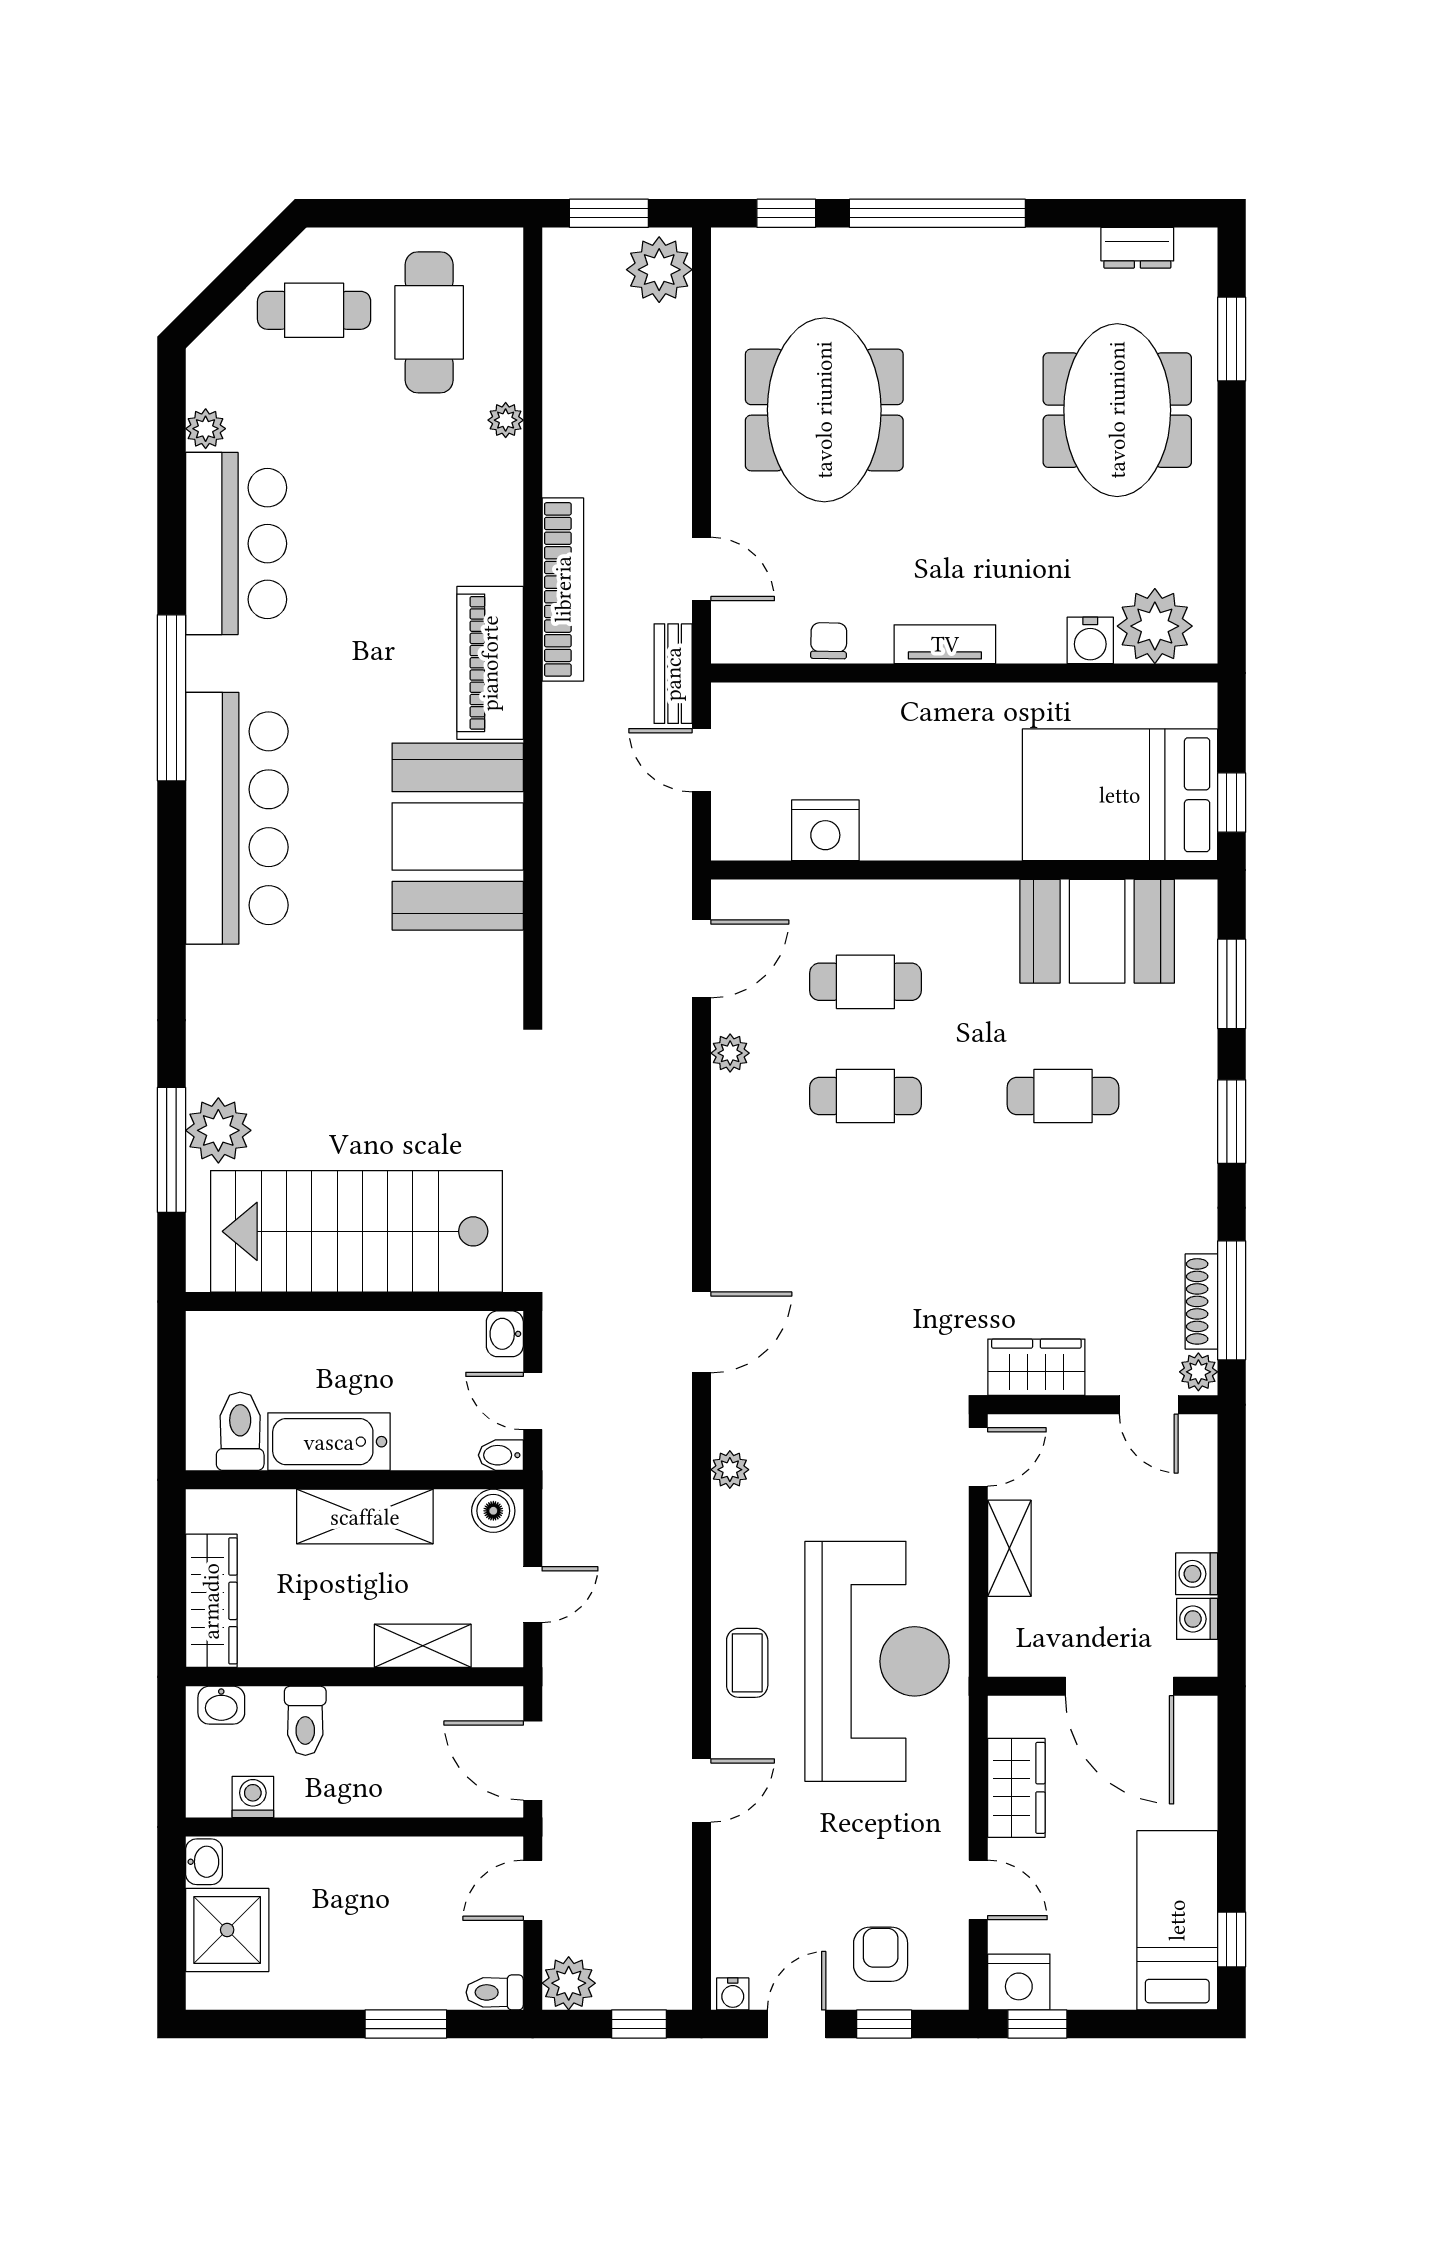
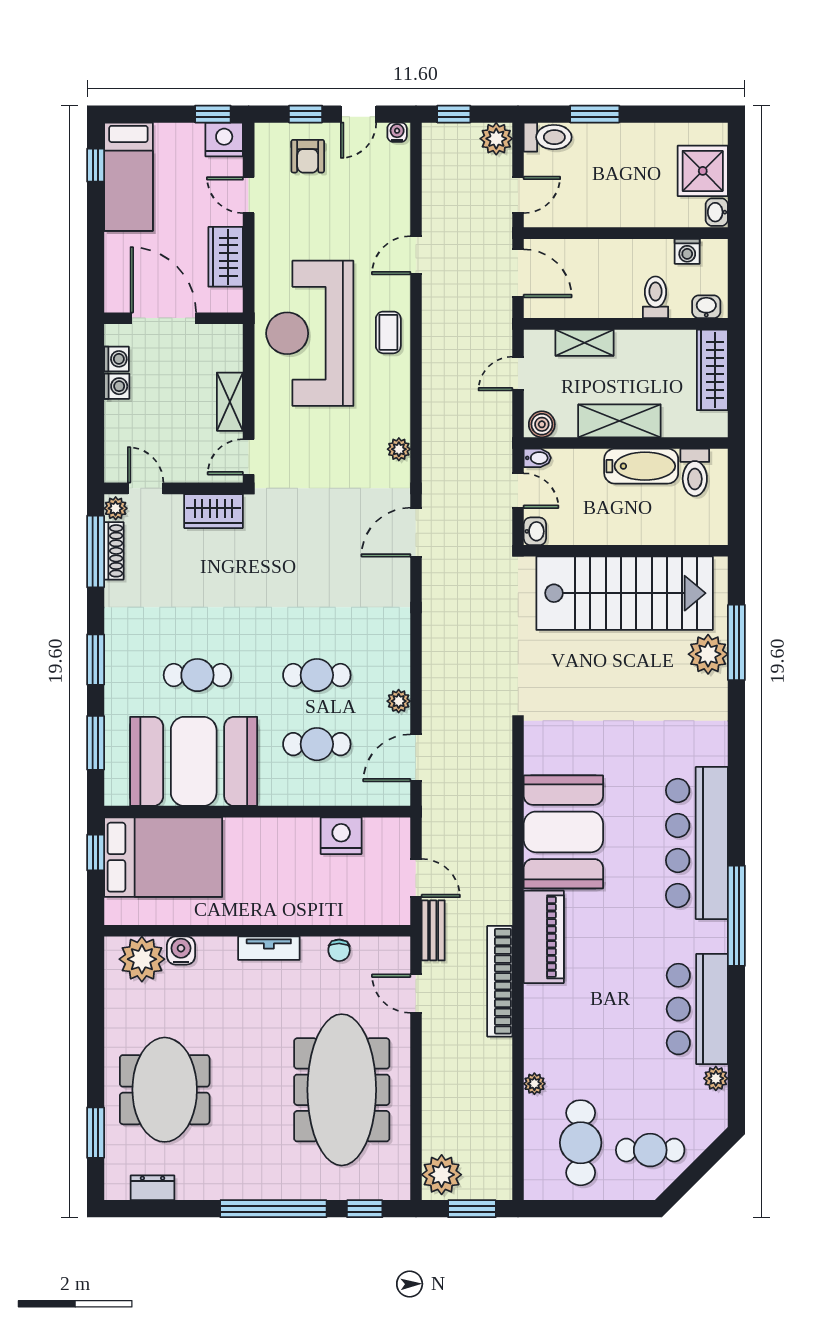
meeting table: (824, 410) -> (342, 1090), width x1.36
booth: (1097, 931) -> (194, 761), width x1.36, depth x1.42
toilet: (495, 1992) -> (548, 137), width x1.37, depth x1.39

